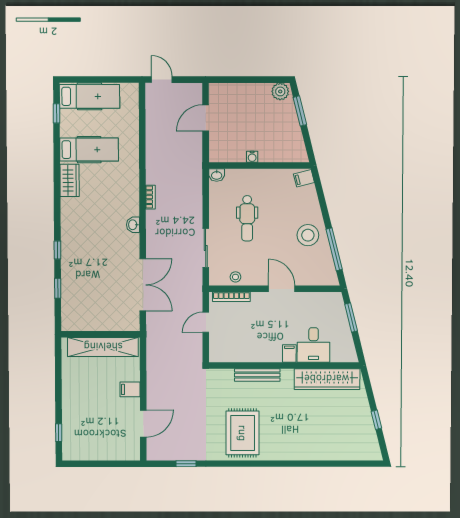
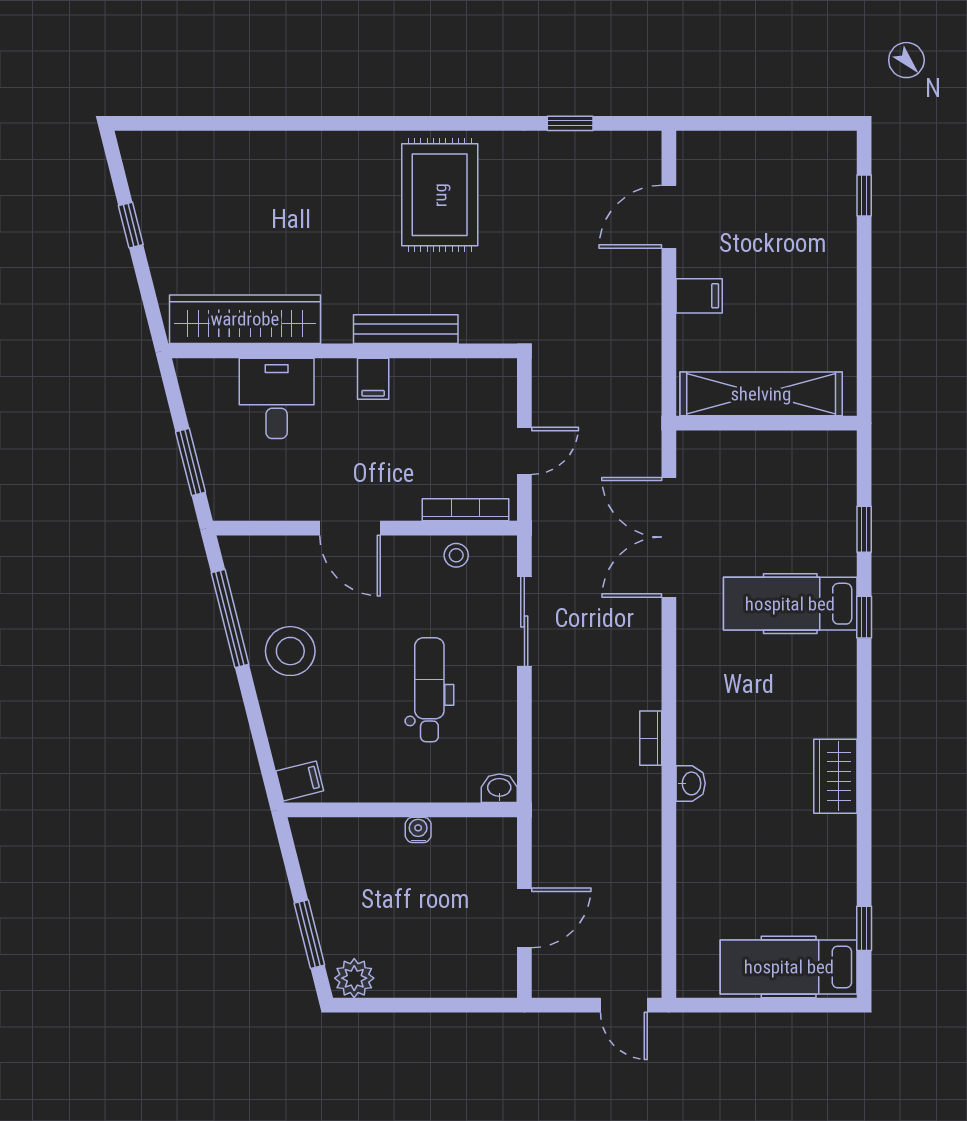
hospital bed: (89, 150) -> (790, 604), moved
washbasin: (133, 225) -> (691, 783), moved
filing cabinet: (289, 354) -> (373, 379), moved

